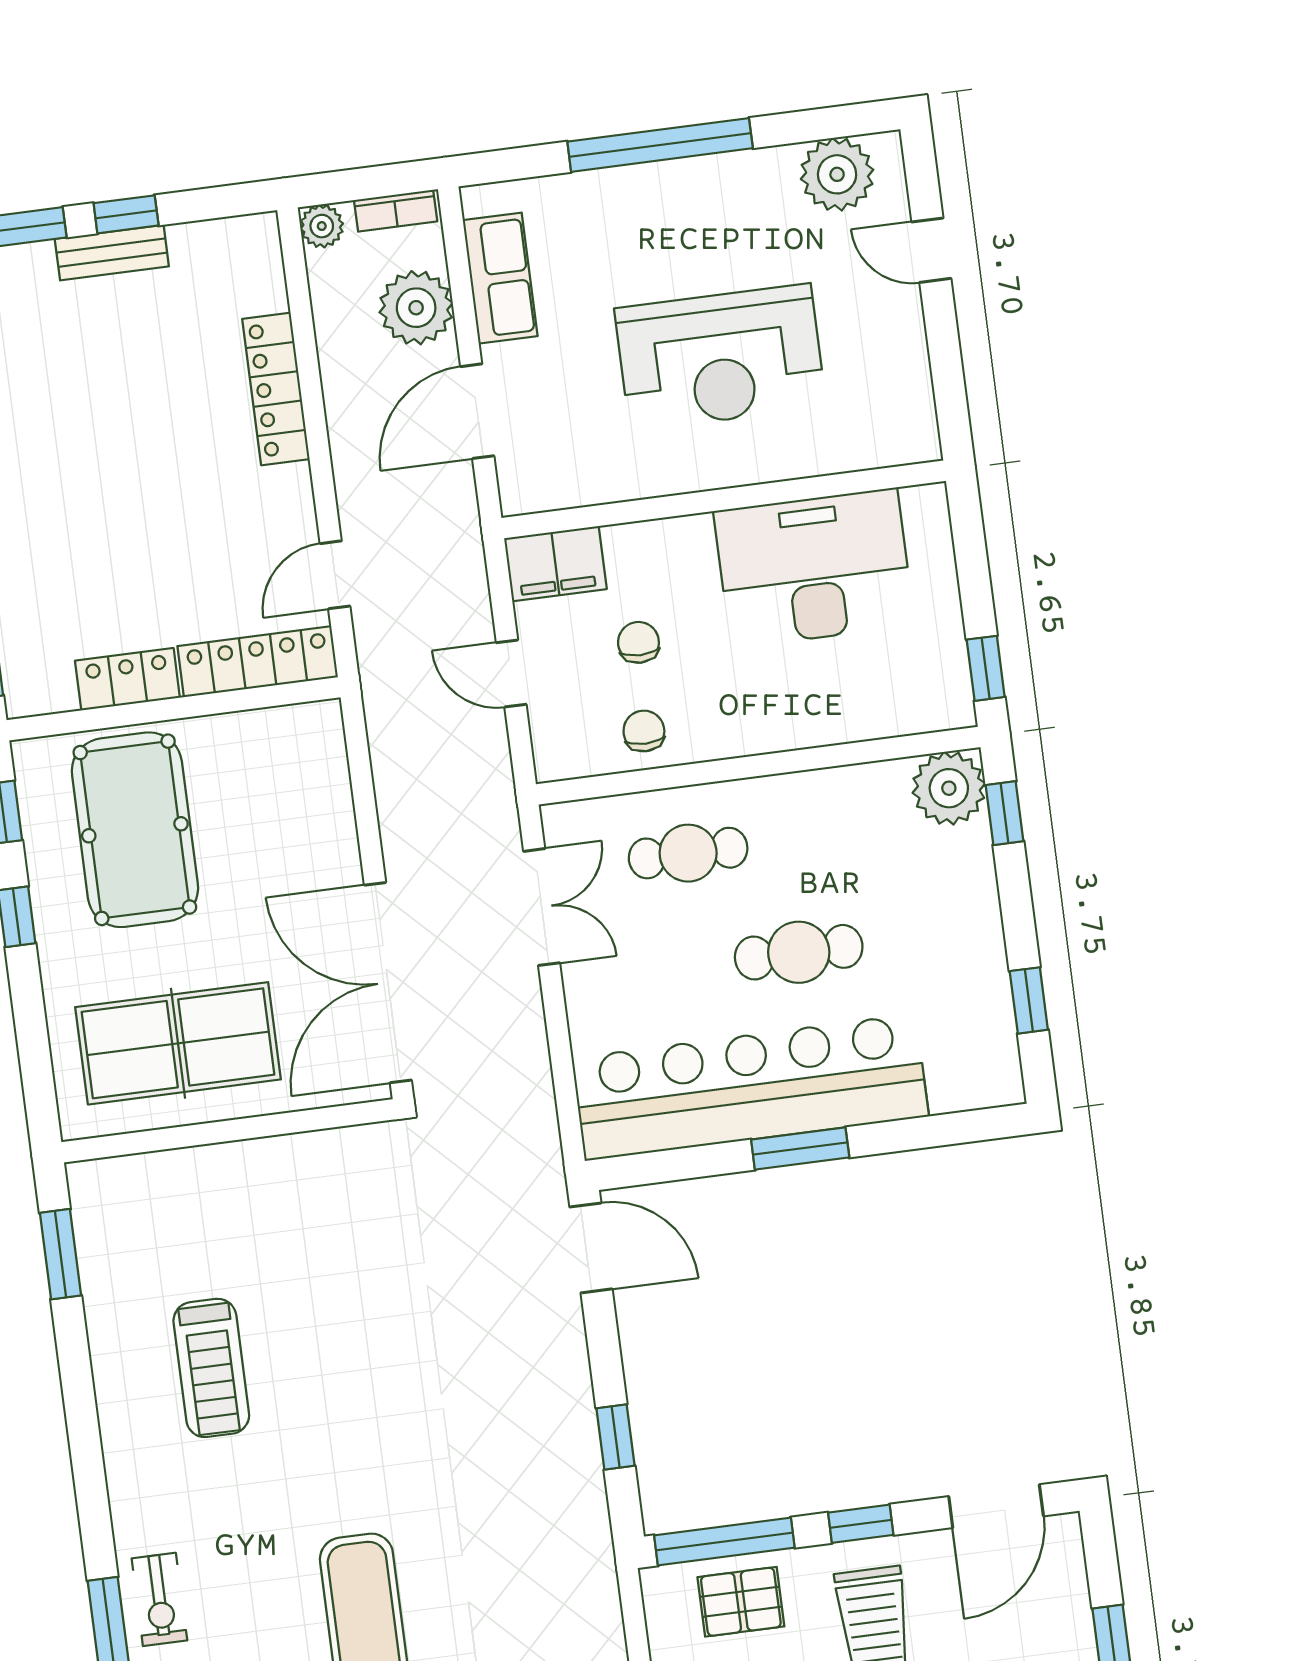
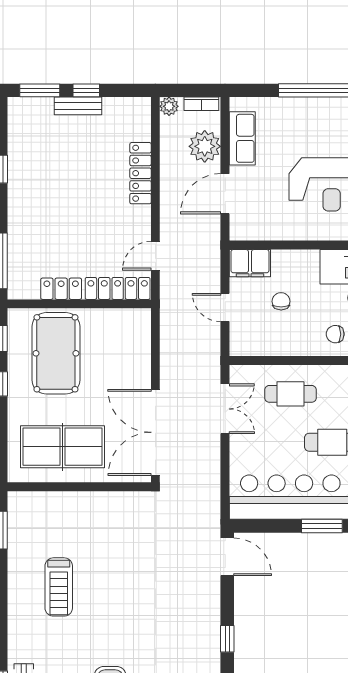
chair: (644, 731) -> (335, 334), moved, turned -90

